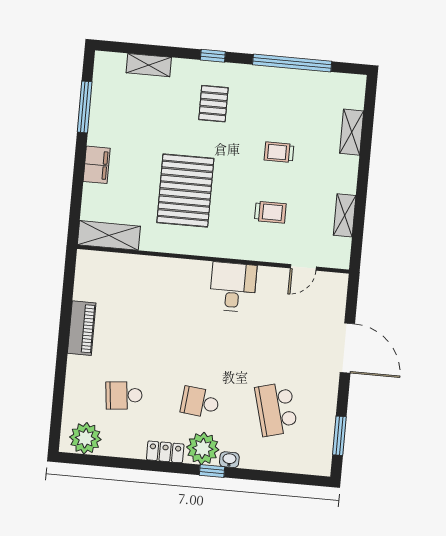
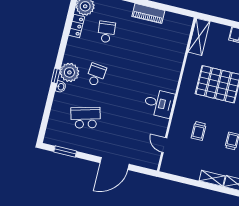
shelving: (345, 215) -> (212, 178), moved
locker: (165, 452) -> (77, 26), moved

